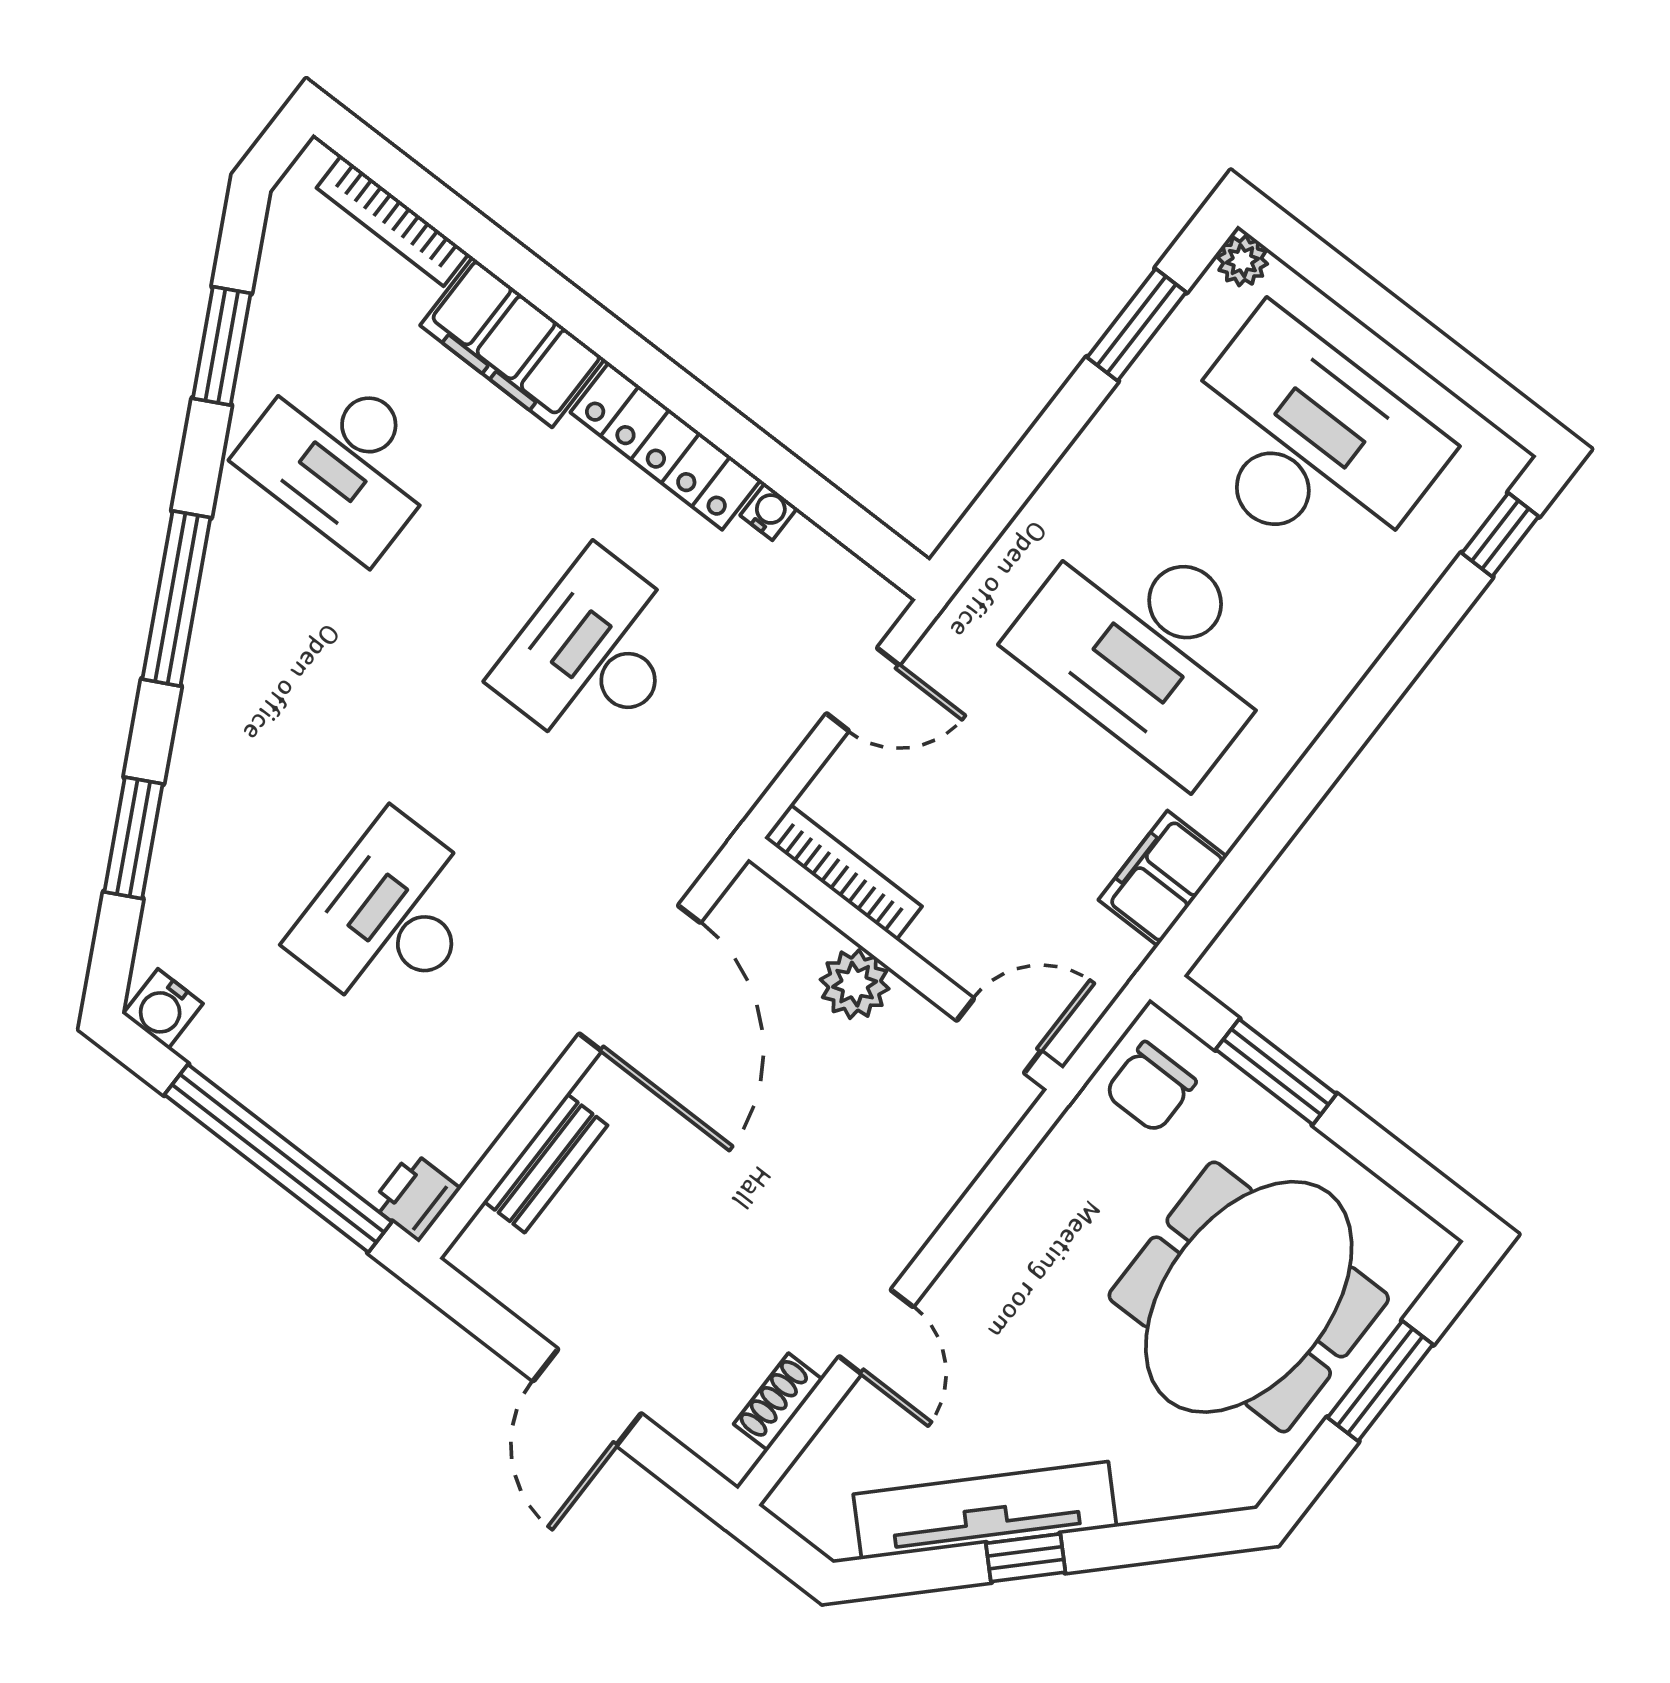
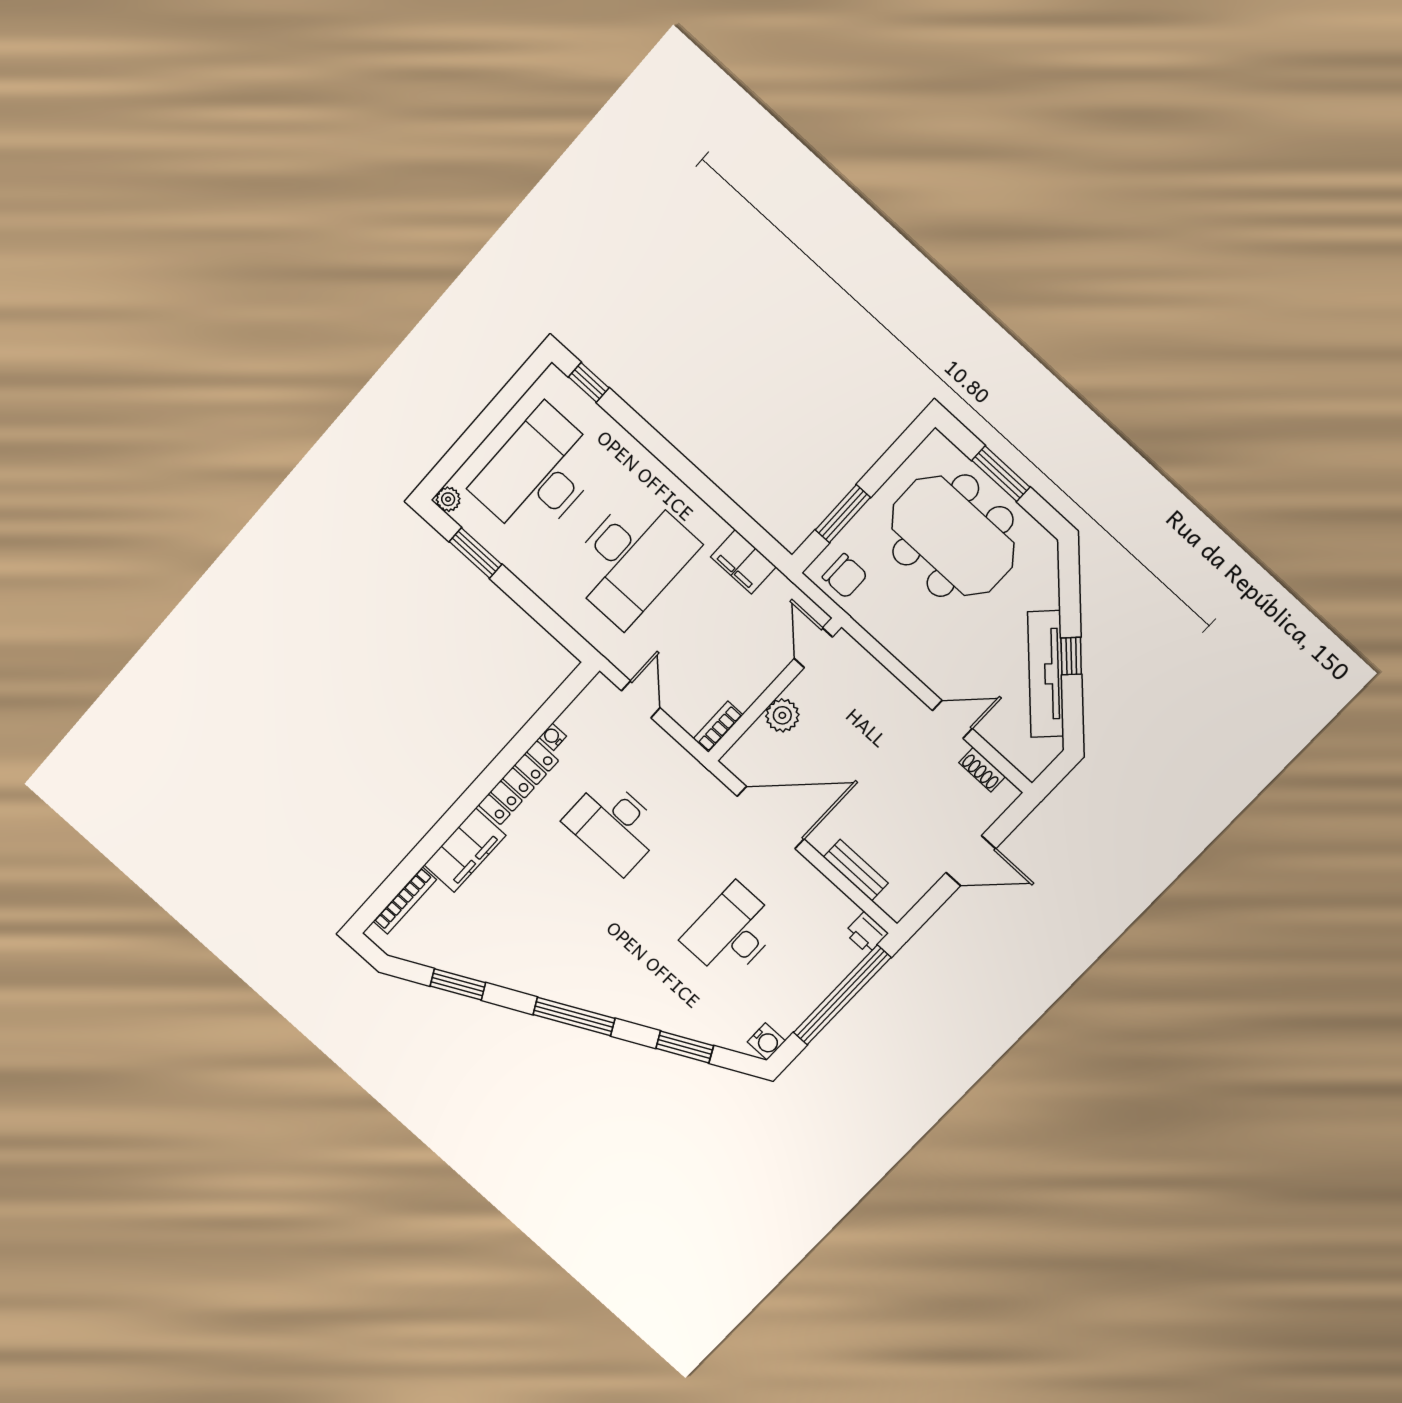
desk: (342, 459) -> (514, 934), removed
bookcase: (843, 872) -> (718, 727), width x0.64
desk: (390, 917) -> (732, 932), turned 90

